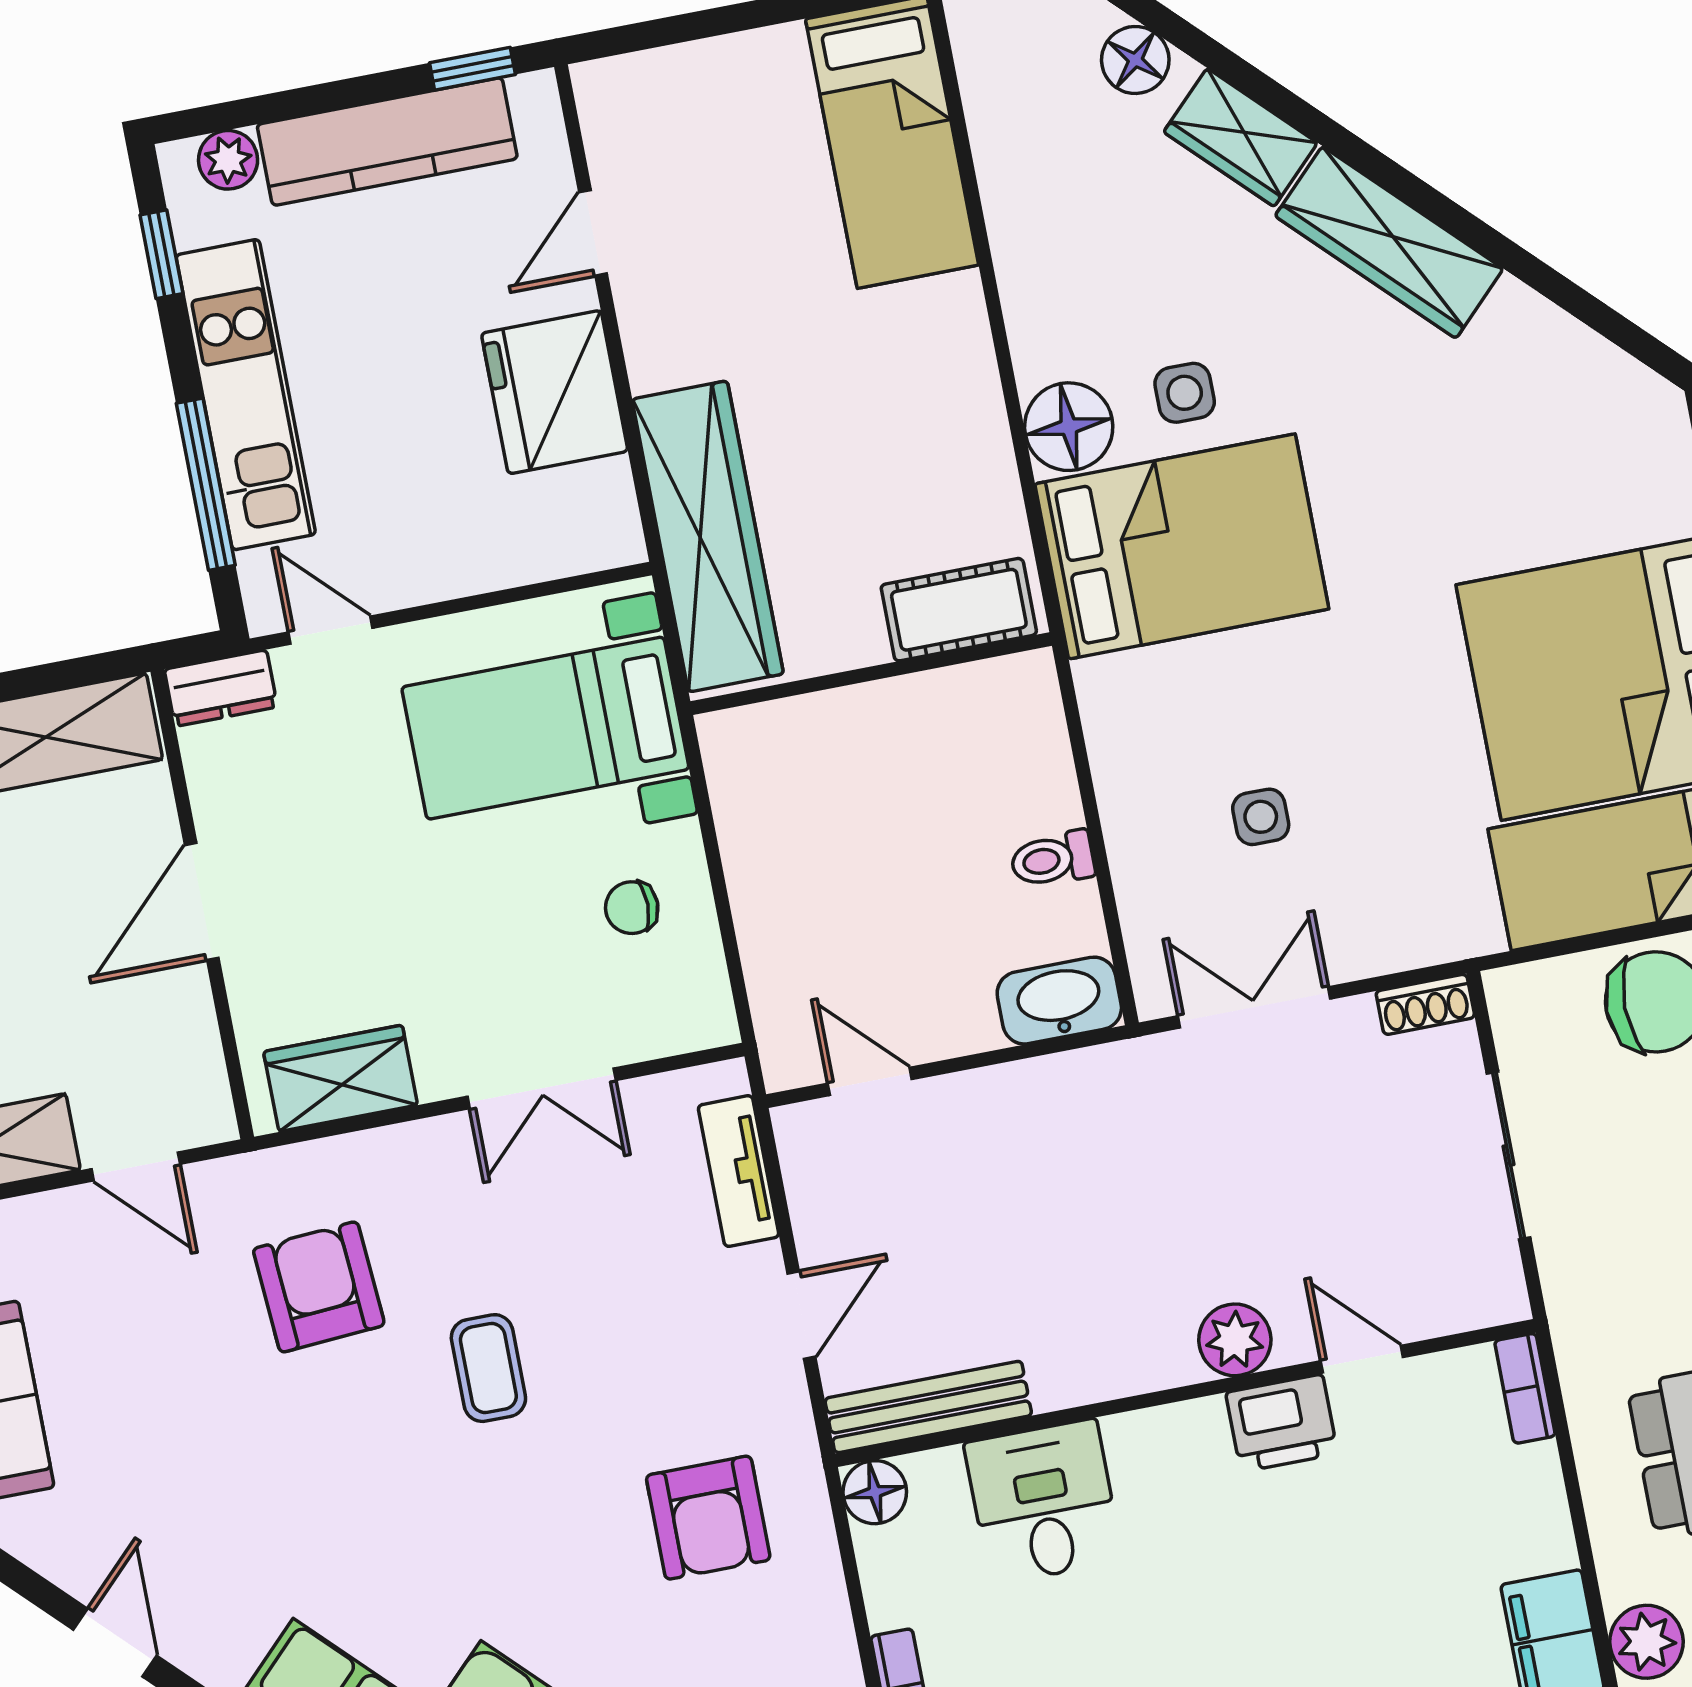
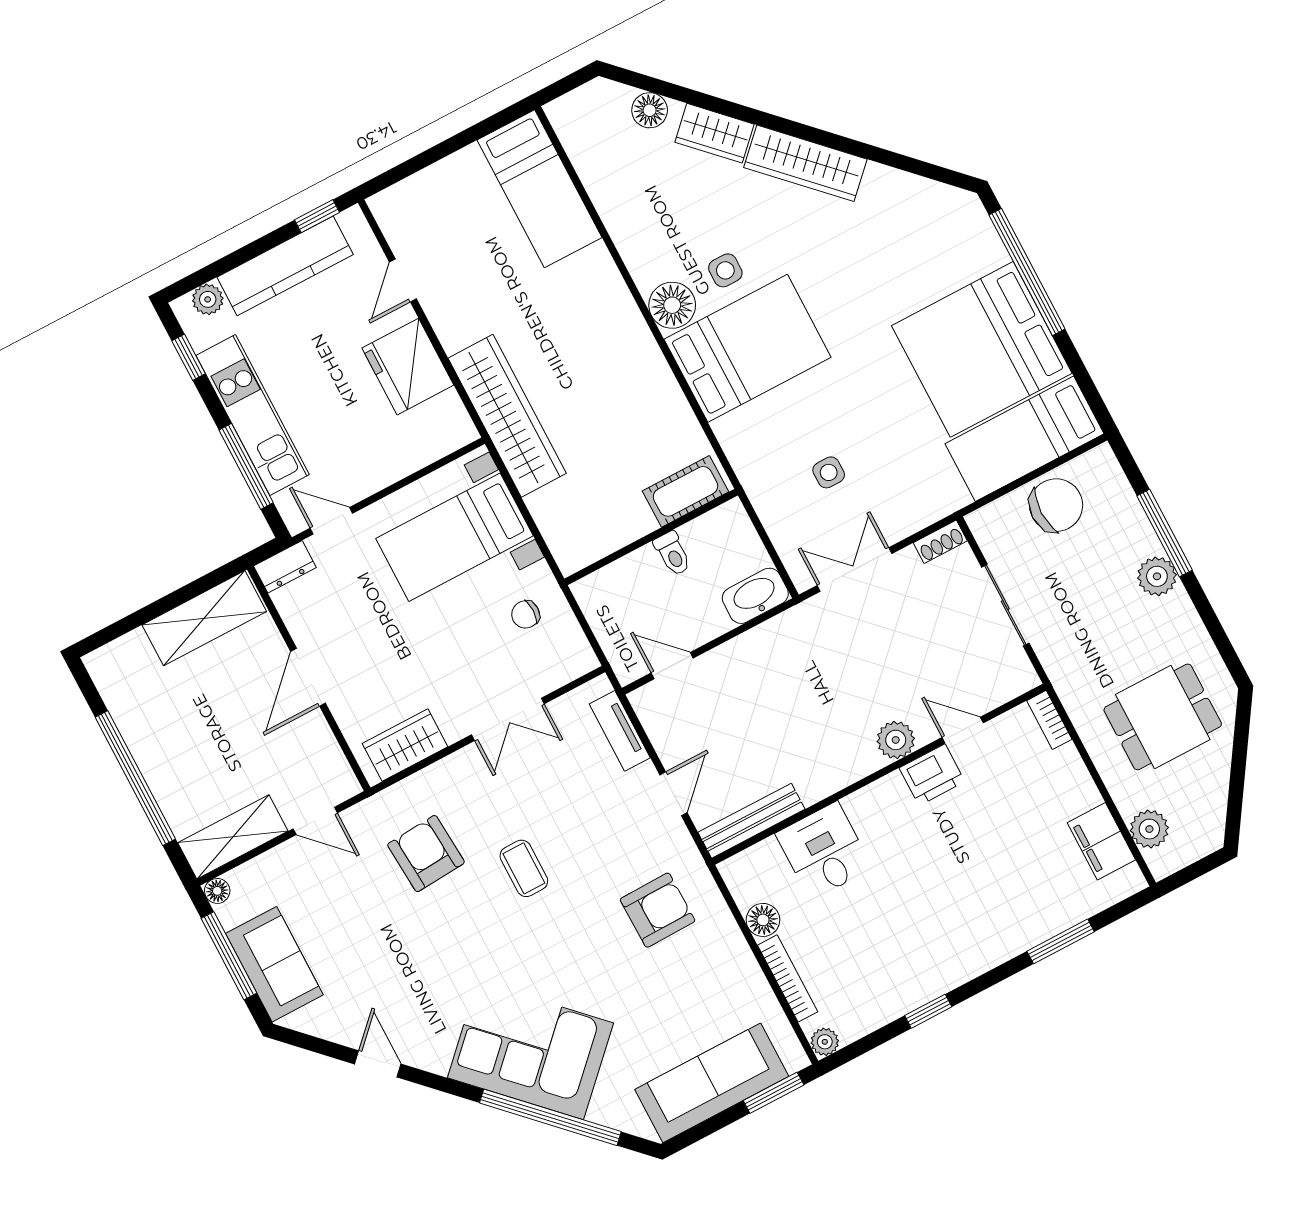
cot: (959, 610) -> (686, 491), moved
wall: (871, 674) -> (651, 537), moved
toilet: (1052, 859) -> (673, 554), moved, turned -90
floor lamp: (875, 1492) -> (763, 920), moved
armchair: (708, 1518) -> (658, 910), turned -91

